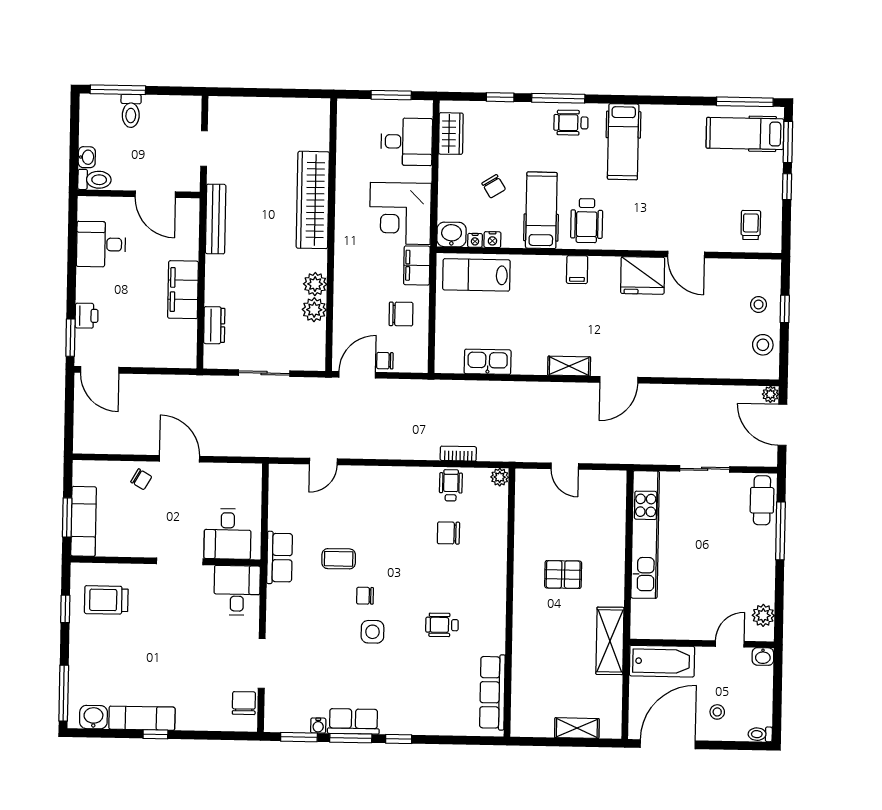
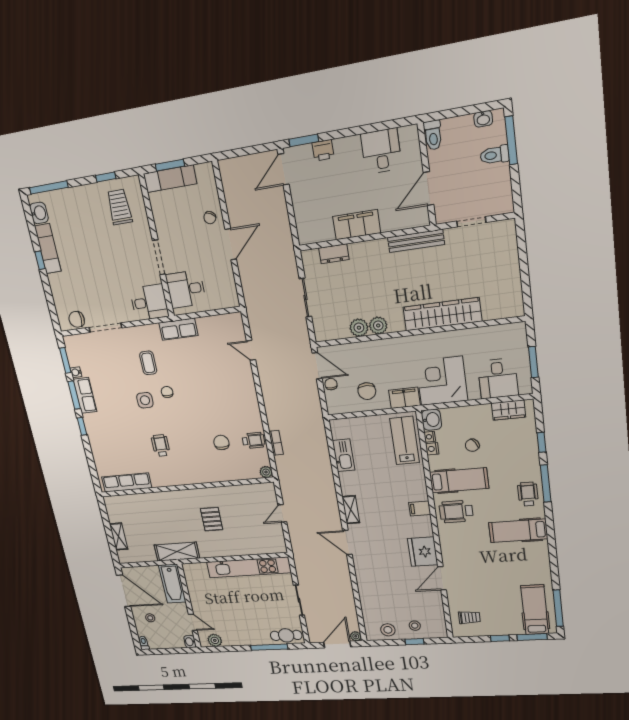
washbasin: (87, 157) -> (483, 119), moved
coffee table: (339, 559) -> (148, 363), moved
chair: (244, 703) -> (77, 319), turned 180

